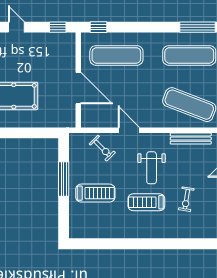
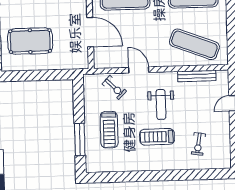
window: (64, 179) -> (80, 139), moved
treadmill: (95, 193) -> (109, 130), turned 90
exercise bike: (186, 199) -> (198, 144), moved

